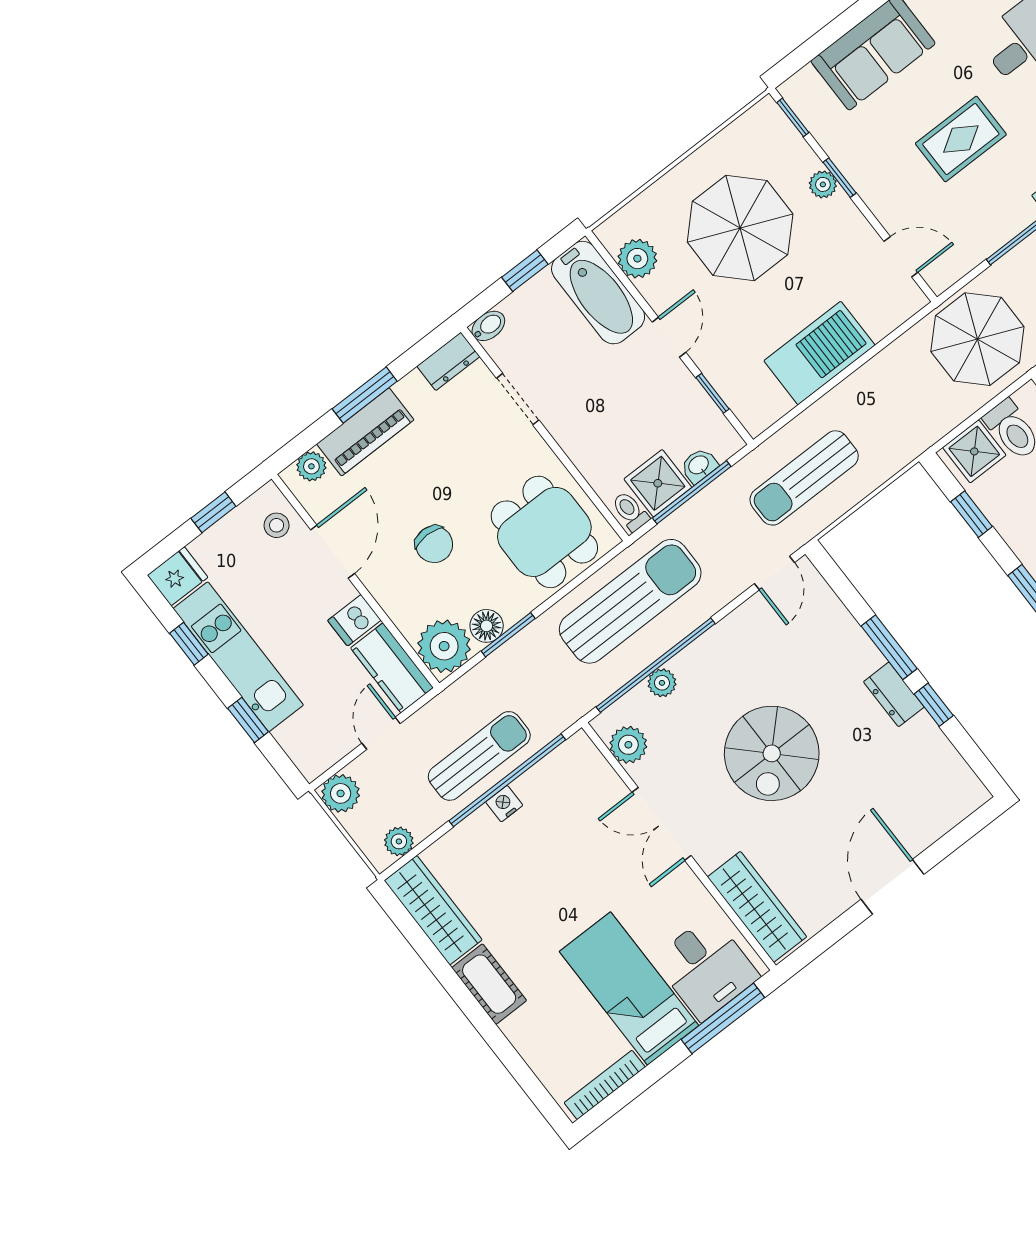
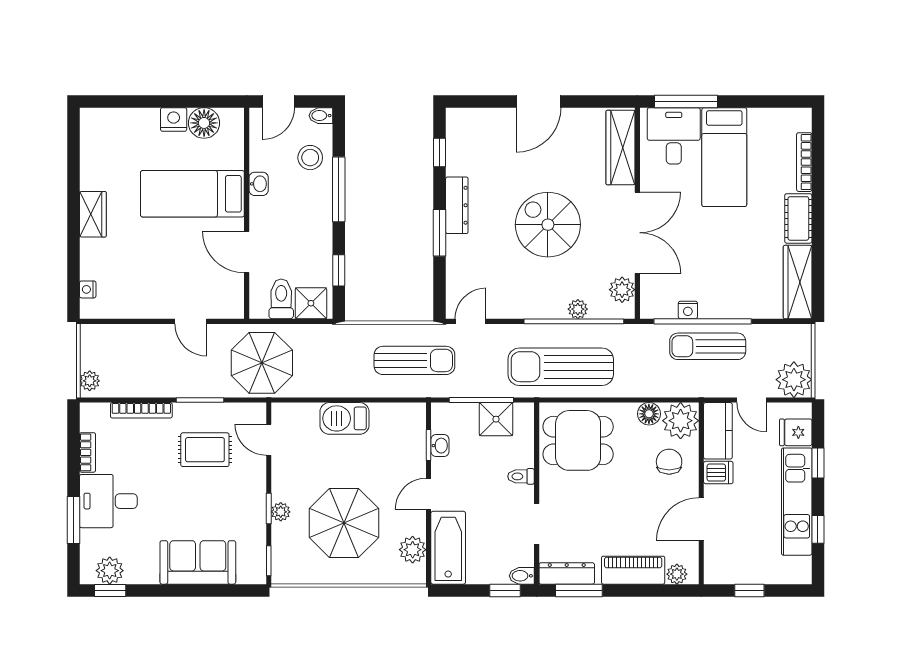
rug: (961, 139) -> (205, 450), moved
window: (525, 271) -> (505, 590), moved
barbecue: (819, 353) -> (345, 418), width x0.73, depth x0.83
dresser: (448, 361) -> (567, 573), width x1.44
window: (365, 395) -> (579, 590), moved
washbasin: (699, 465) -> (440, 446), moved, turned -90
toilet: (630, 511) -> (521, 476), moved, turned 90
stool: (277, 525) -> (721, 557), removed
dining table: (544, 532) -> (578, 440), turned 90
chair: (434, 544) -> (669, 462), moved
fridge: (178, 576) -> (796, 432), moved
window: (508, 635) -> (641, 400), removed
dresser: (894, 694) -> (457, 205), width x1.44
window: (934, 705) -> (440, 153), moved
door: (381, 733) -> (751, 400), hinge flipped
spiral stairs: (772, 753) -> (548, 225), turned -90
plant: (341, 793) -> (794, 380), width x1.36, depth x1.36
nightstand: (504, 804) -> (688, 310), moved
double door: (662, 824) -> (637, 233), width x1.37
plant: (399, 841) -> (787, 334), removed
bookcase: (605, 1085) -> (804, 162), moved, turned 90

